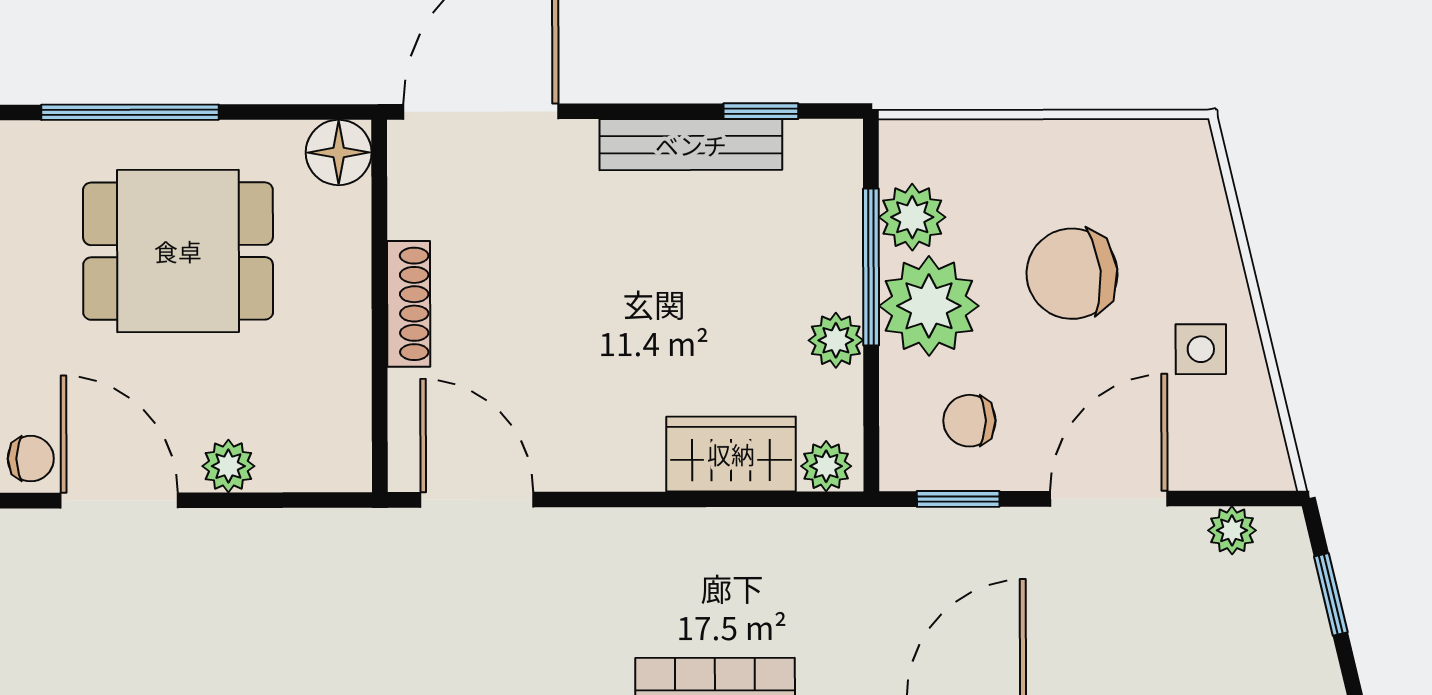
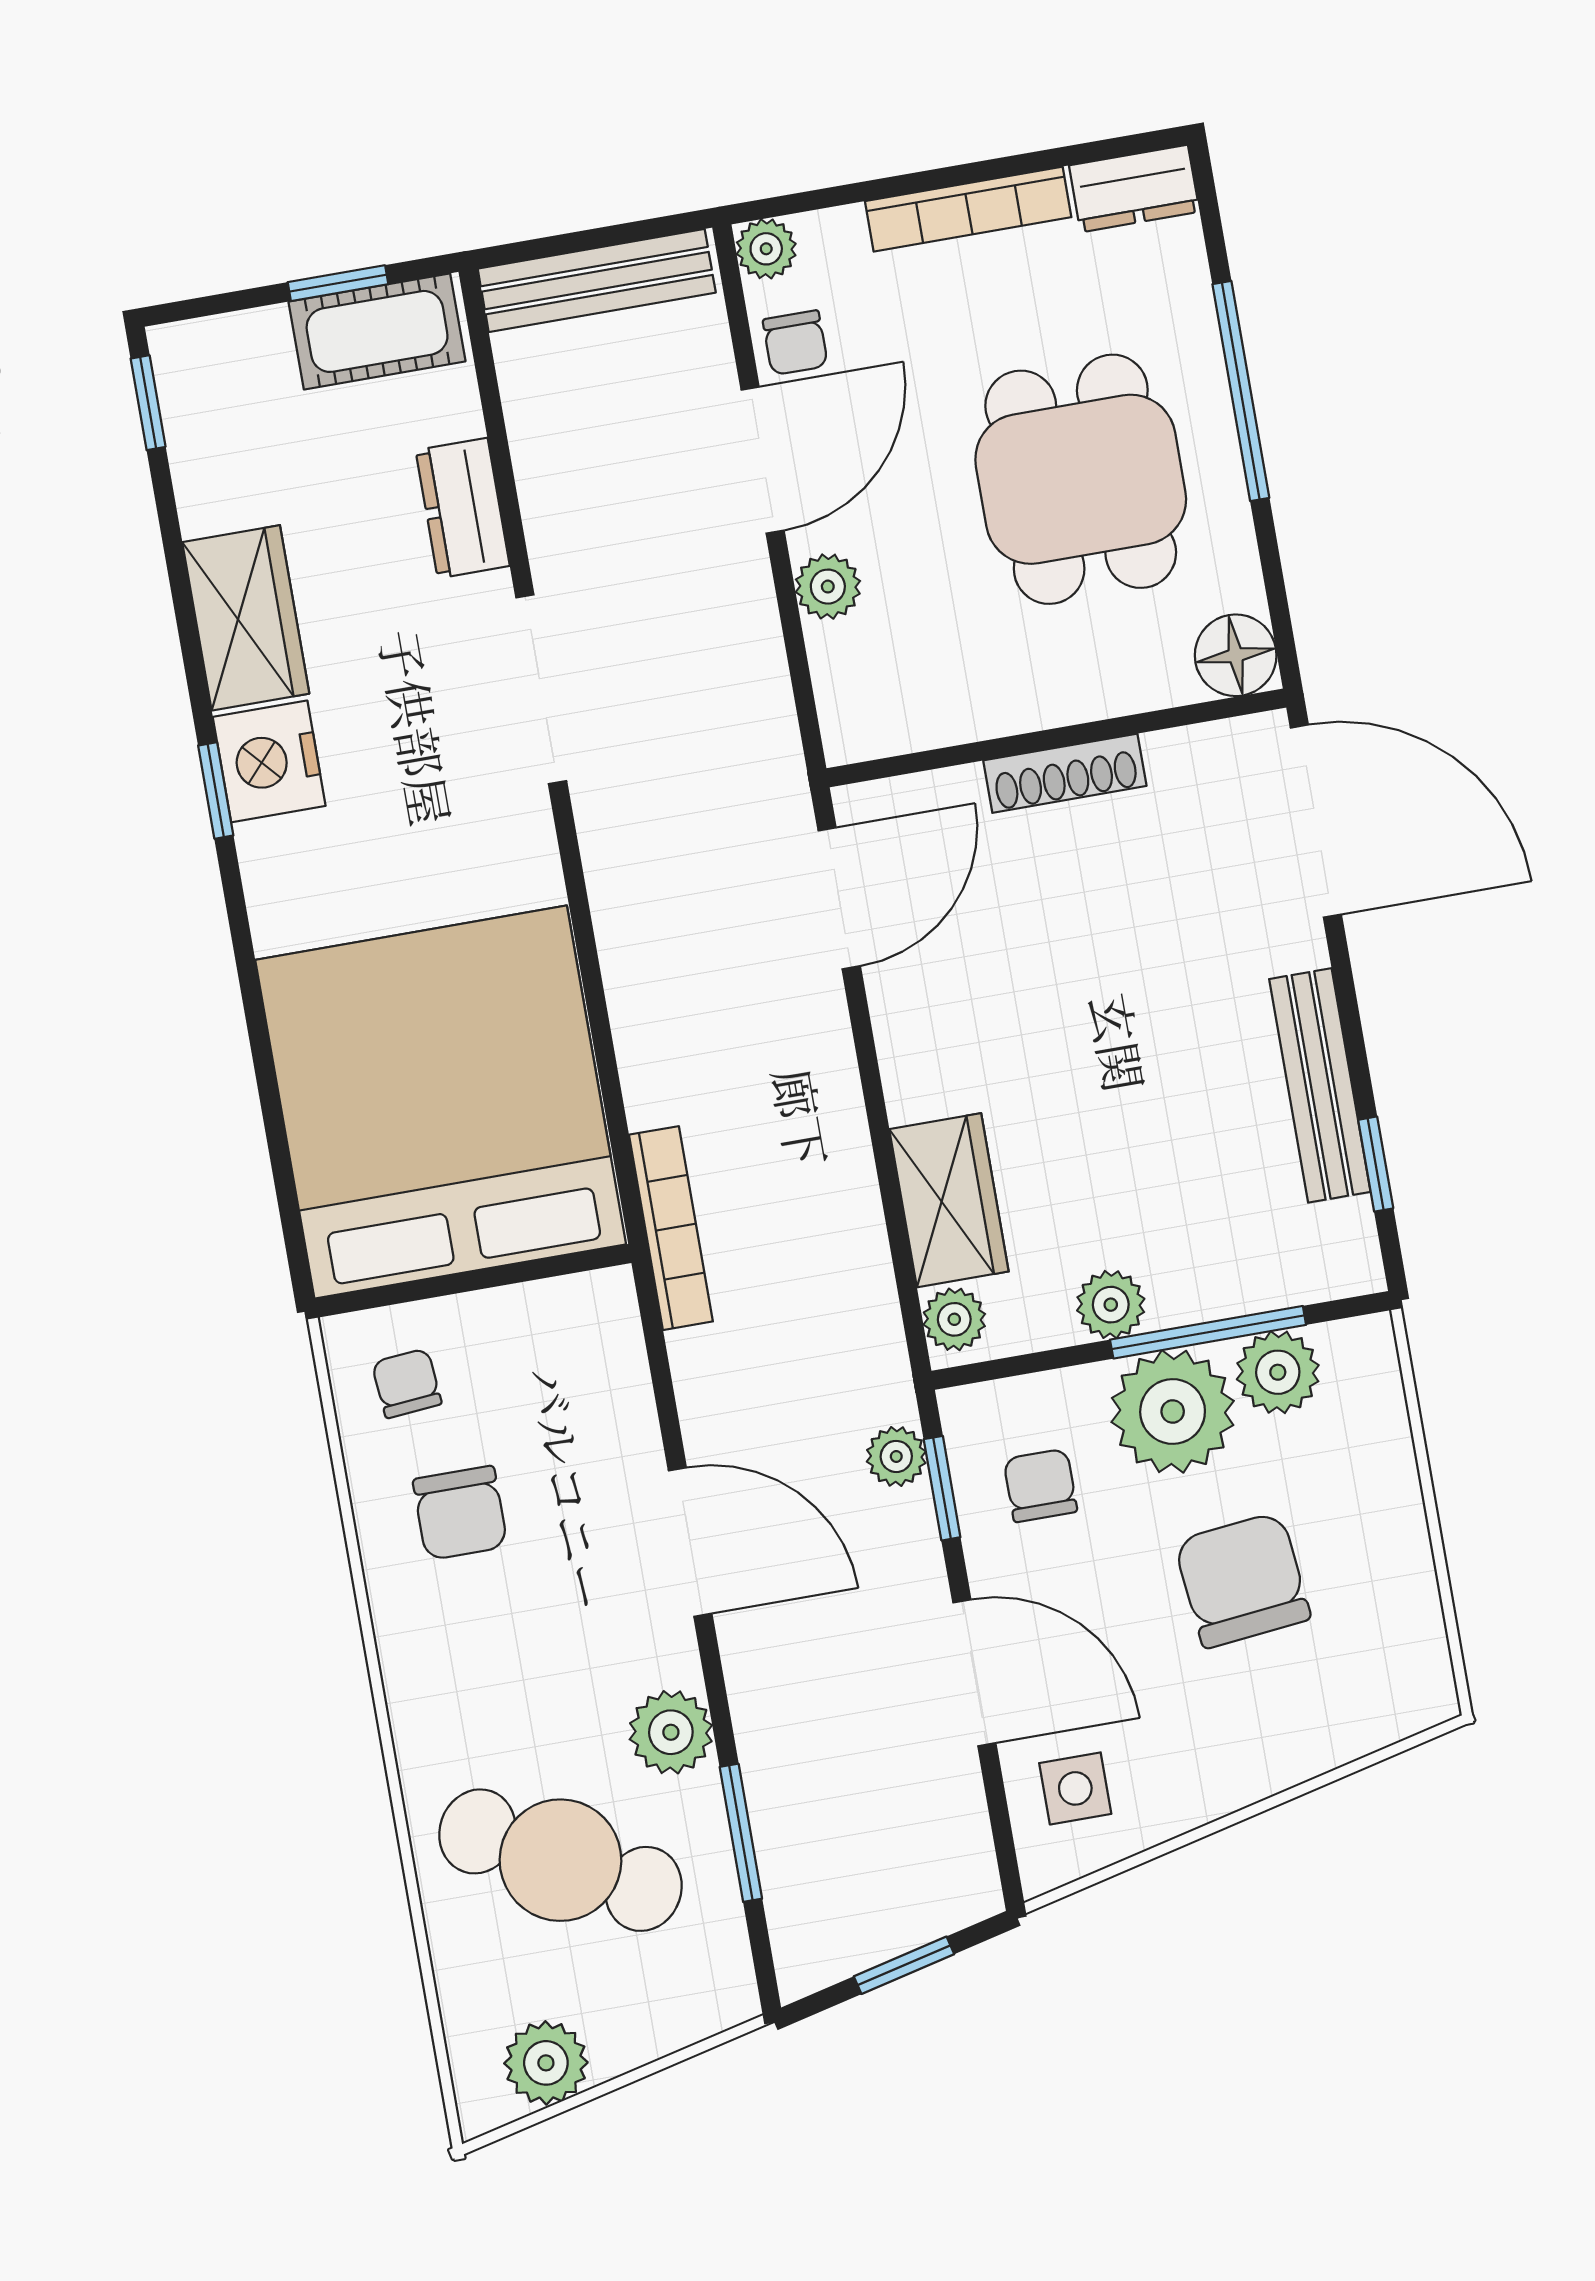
side table: (1201, 349) -> (1075, 1788), moved
plant: (1232, 530) -> (896, 1456), moved

